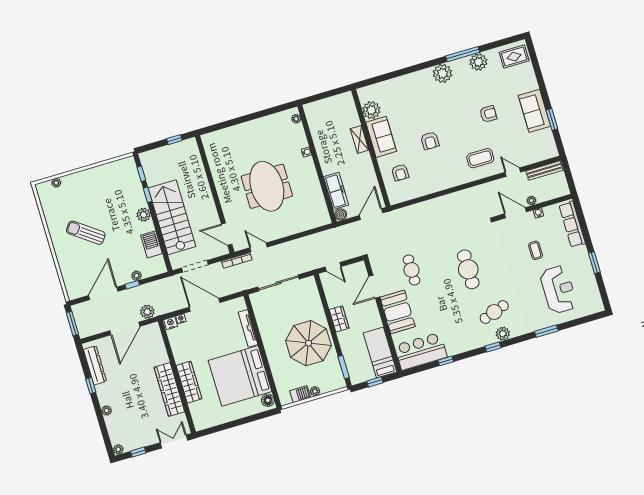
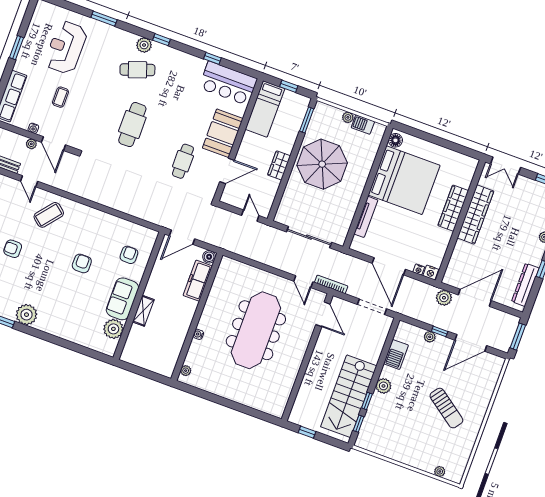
coffee table: (480, 158) -> (49, 215), turned -51
meeting table: (267, 186) -> (256, 330), width x1.36
stairs: (172, 217) -> (349, 396), moved

